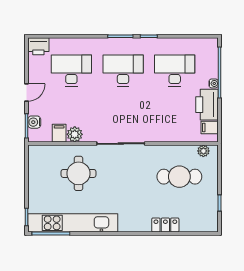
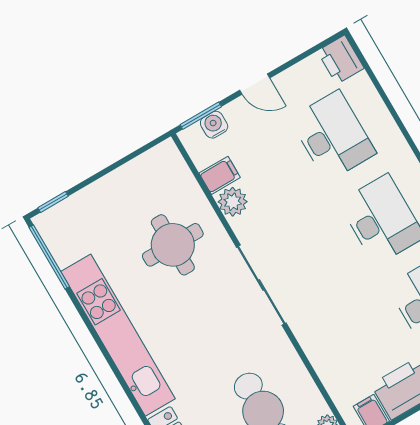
kitchen unit: (73, 223) -> (118, 335), moved

